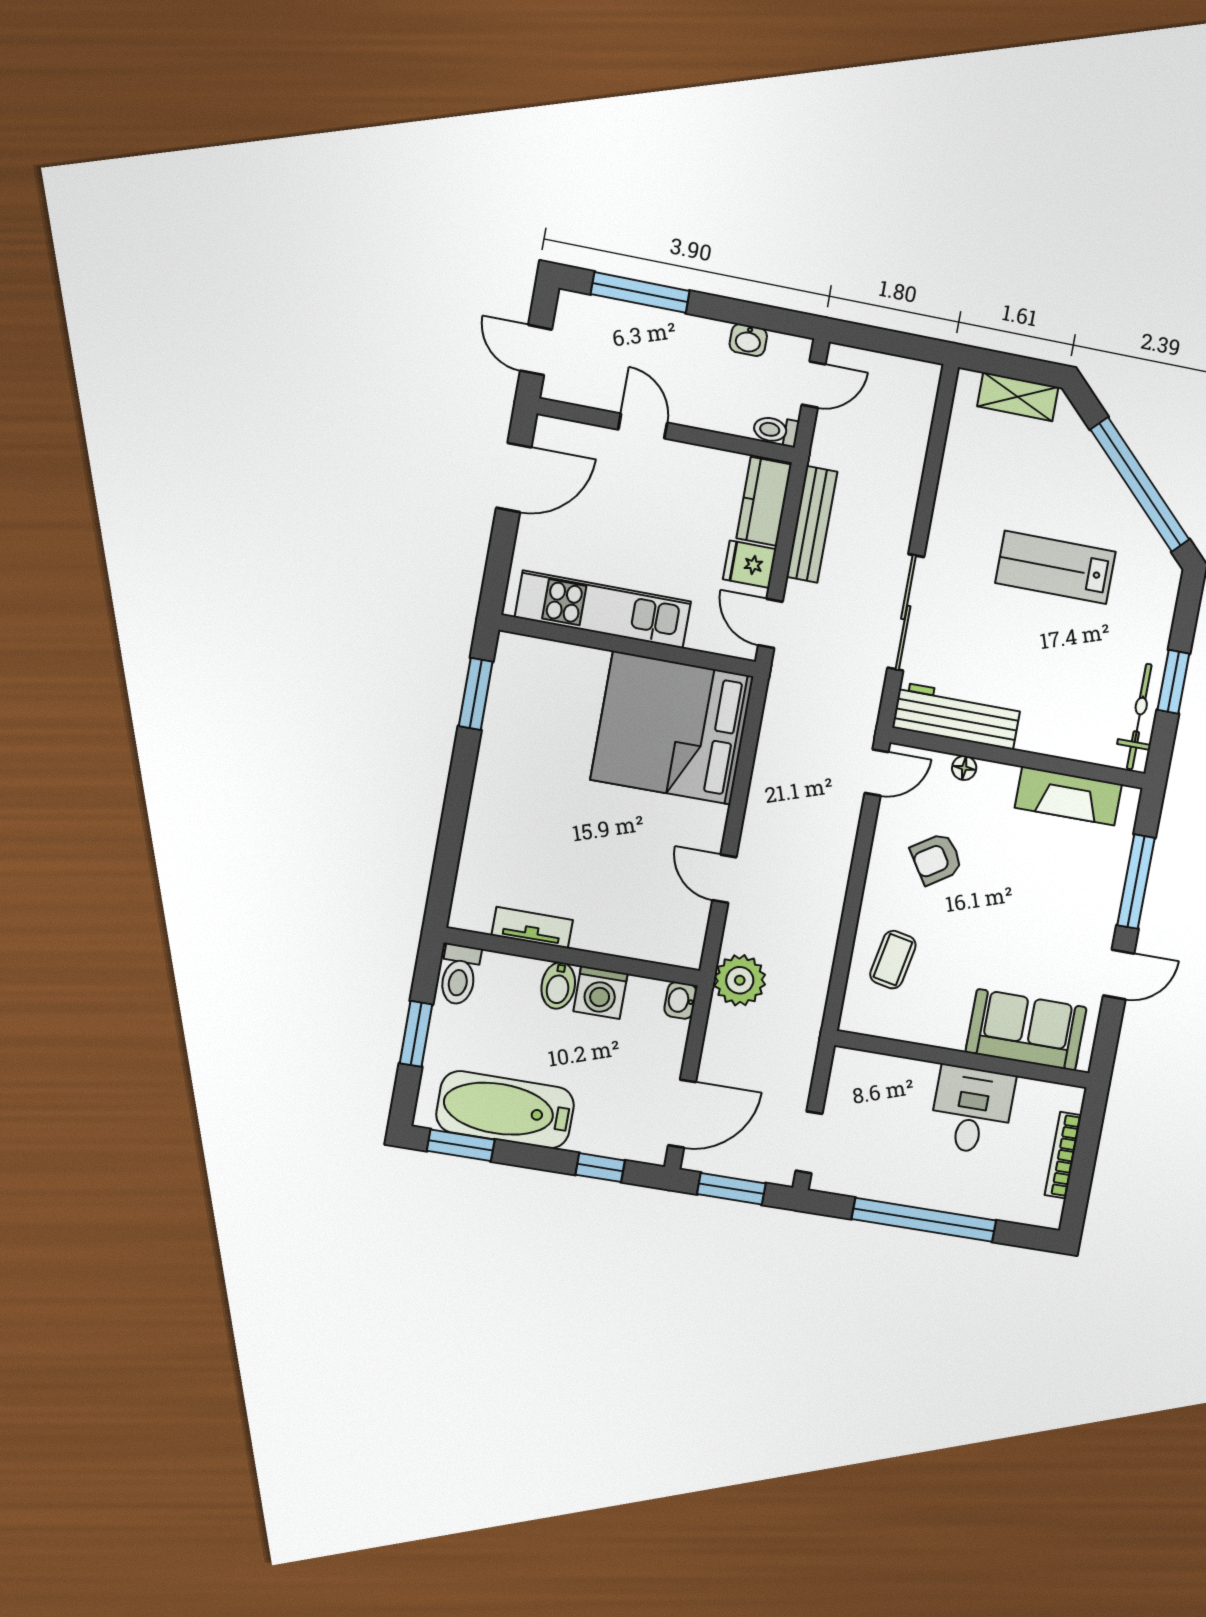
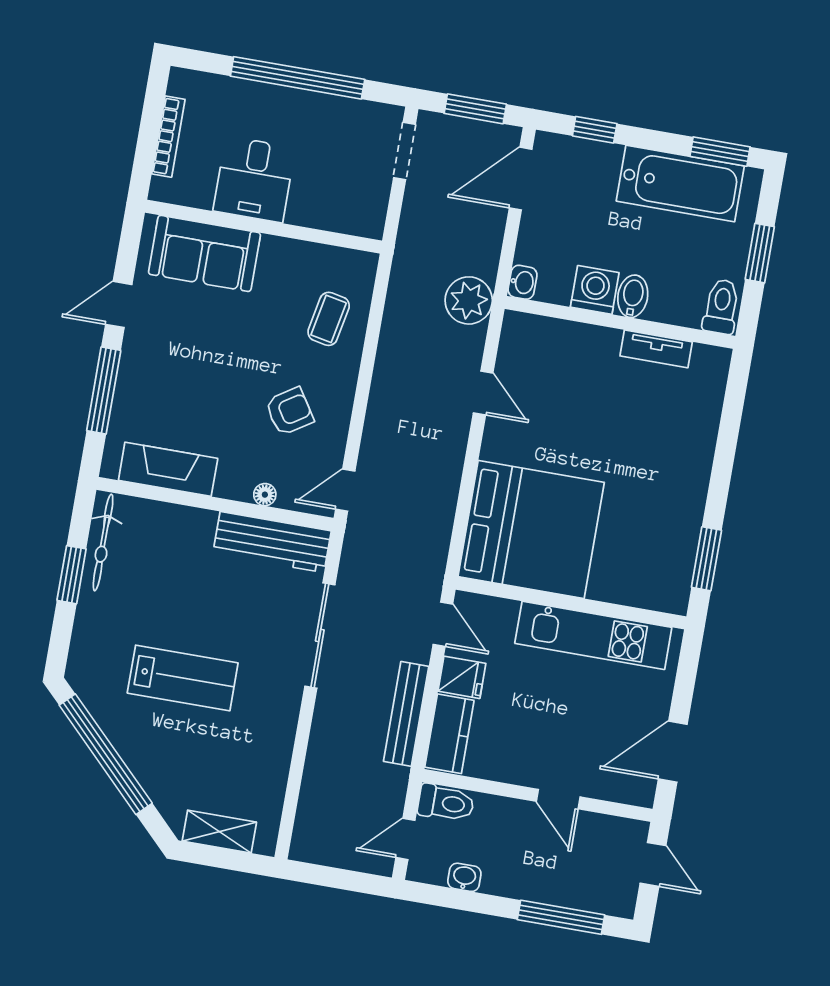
toilet: (776, 431) -> (446, 803), width x1.37, depth x1.39

